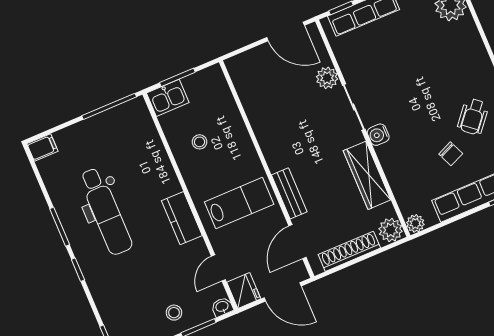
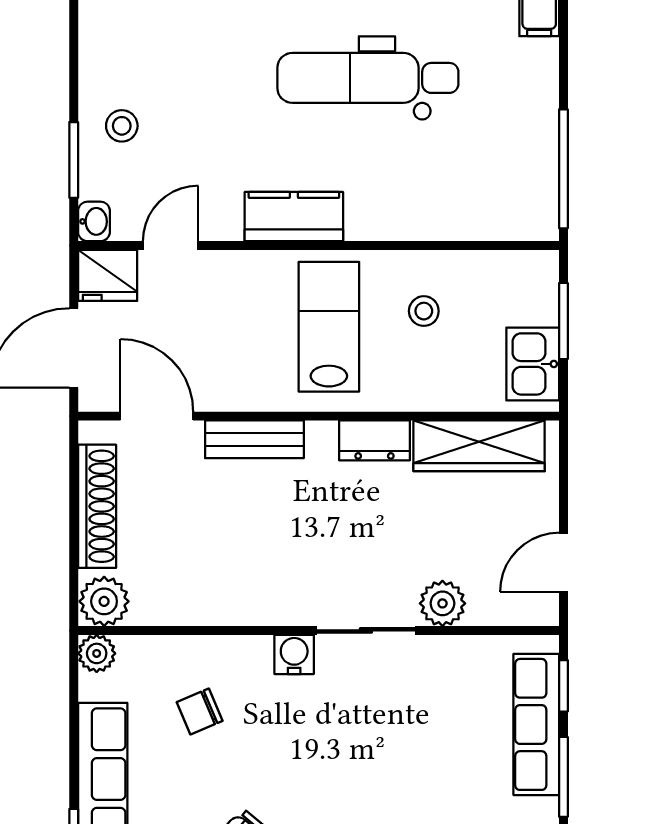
door: (286, 31) -> (563, 562), width x0.73
kitchen sink: (168, 98) -> (533, 364), moved
dresser: (267, 139) -> (374, 440), added
chair: (451, 154) -> (200, 712), moved
wardrobe: (367, 175) -> (479, 446), moved, turned 180
lab bench: (239, 203) -> (329, 327), moved, turned 180
door: (218, 268) -> (171, 246), hinge flipped

